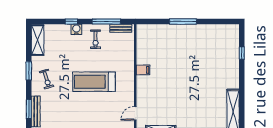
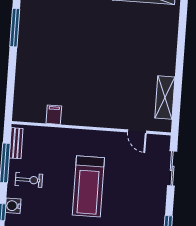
window: (183, 22) -> (15, 28), moved
filing cabinet: (143, 70) -> (54, 115), moved

